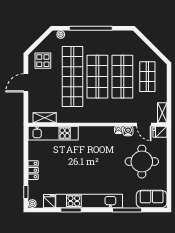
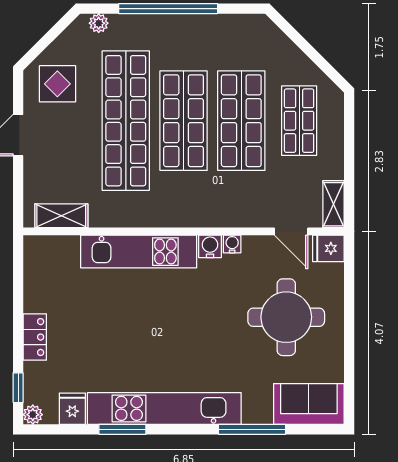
water cooler: (128, 131) -> (210, 246), moved
kitchen unit: (53, 133) -> (139, 252), moved

